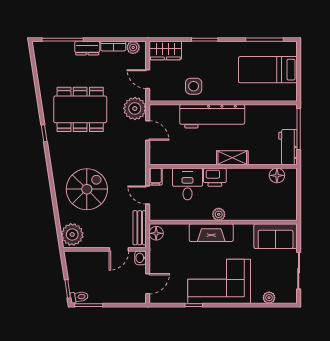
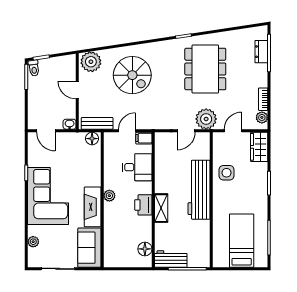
dresser: (87, 48) -> (261, 52), moved
printer: (215, 177) -> (143, 205), moved
fireplace: (211, 233) -> (93, 207), moved
door: (119, 249) -> (77, 90), moved

